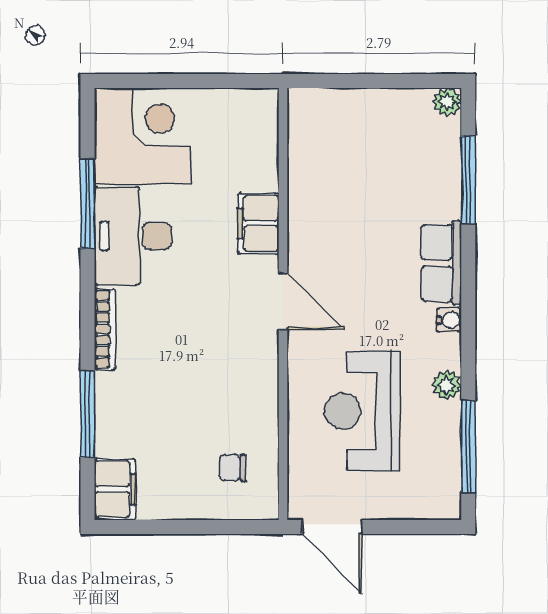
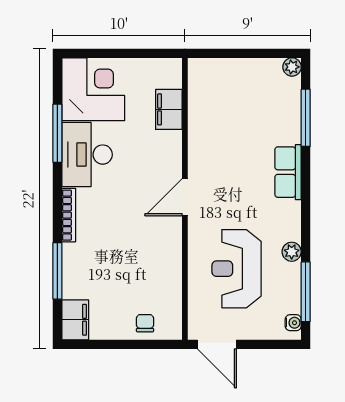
filing cabinet: (258, 223) -> (169, 109), moved
door: (283, 301) -> (185, 197), swing flipped
water cooler: (449, 320) -> (293, 323), moved
chair: (232, 468) -> (145, 323), moved, turned 90

